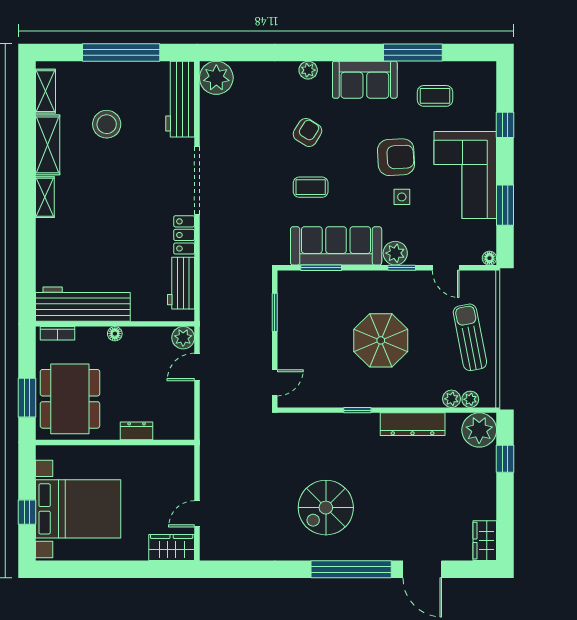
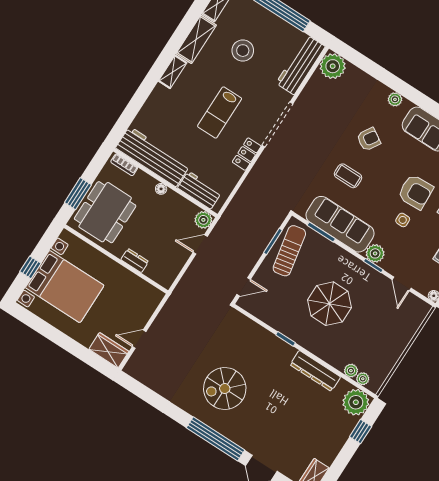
lab bench: (125, 208) -> (220, 112), added
workbench: (181, 283) -> (199, 190), moved, turned 90
sun lounger: (470, 337) -> (289, 251), moved

